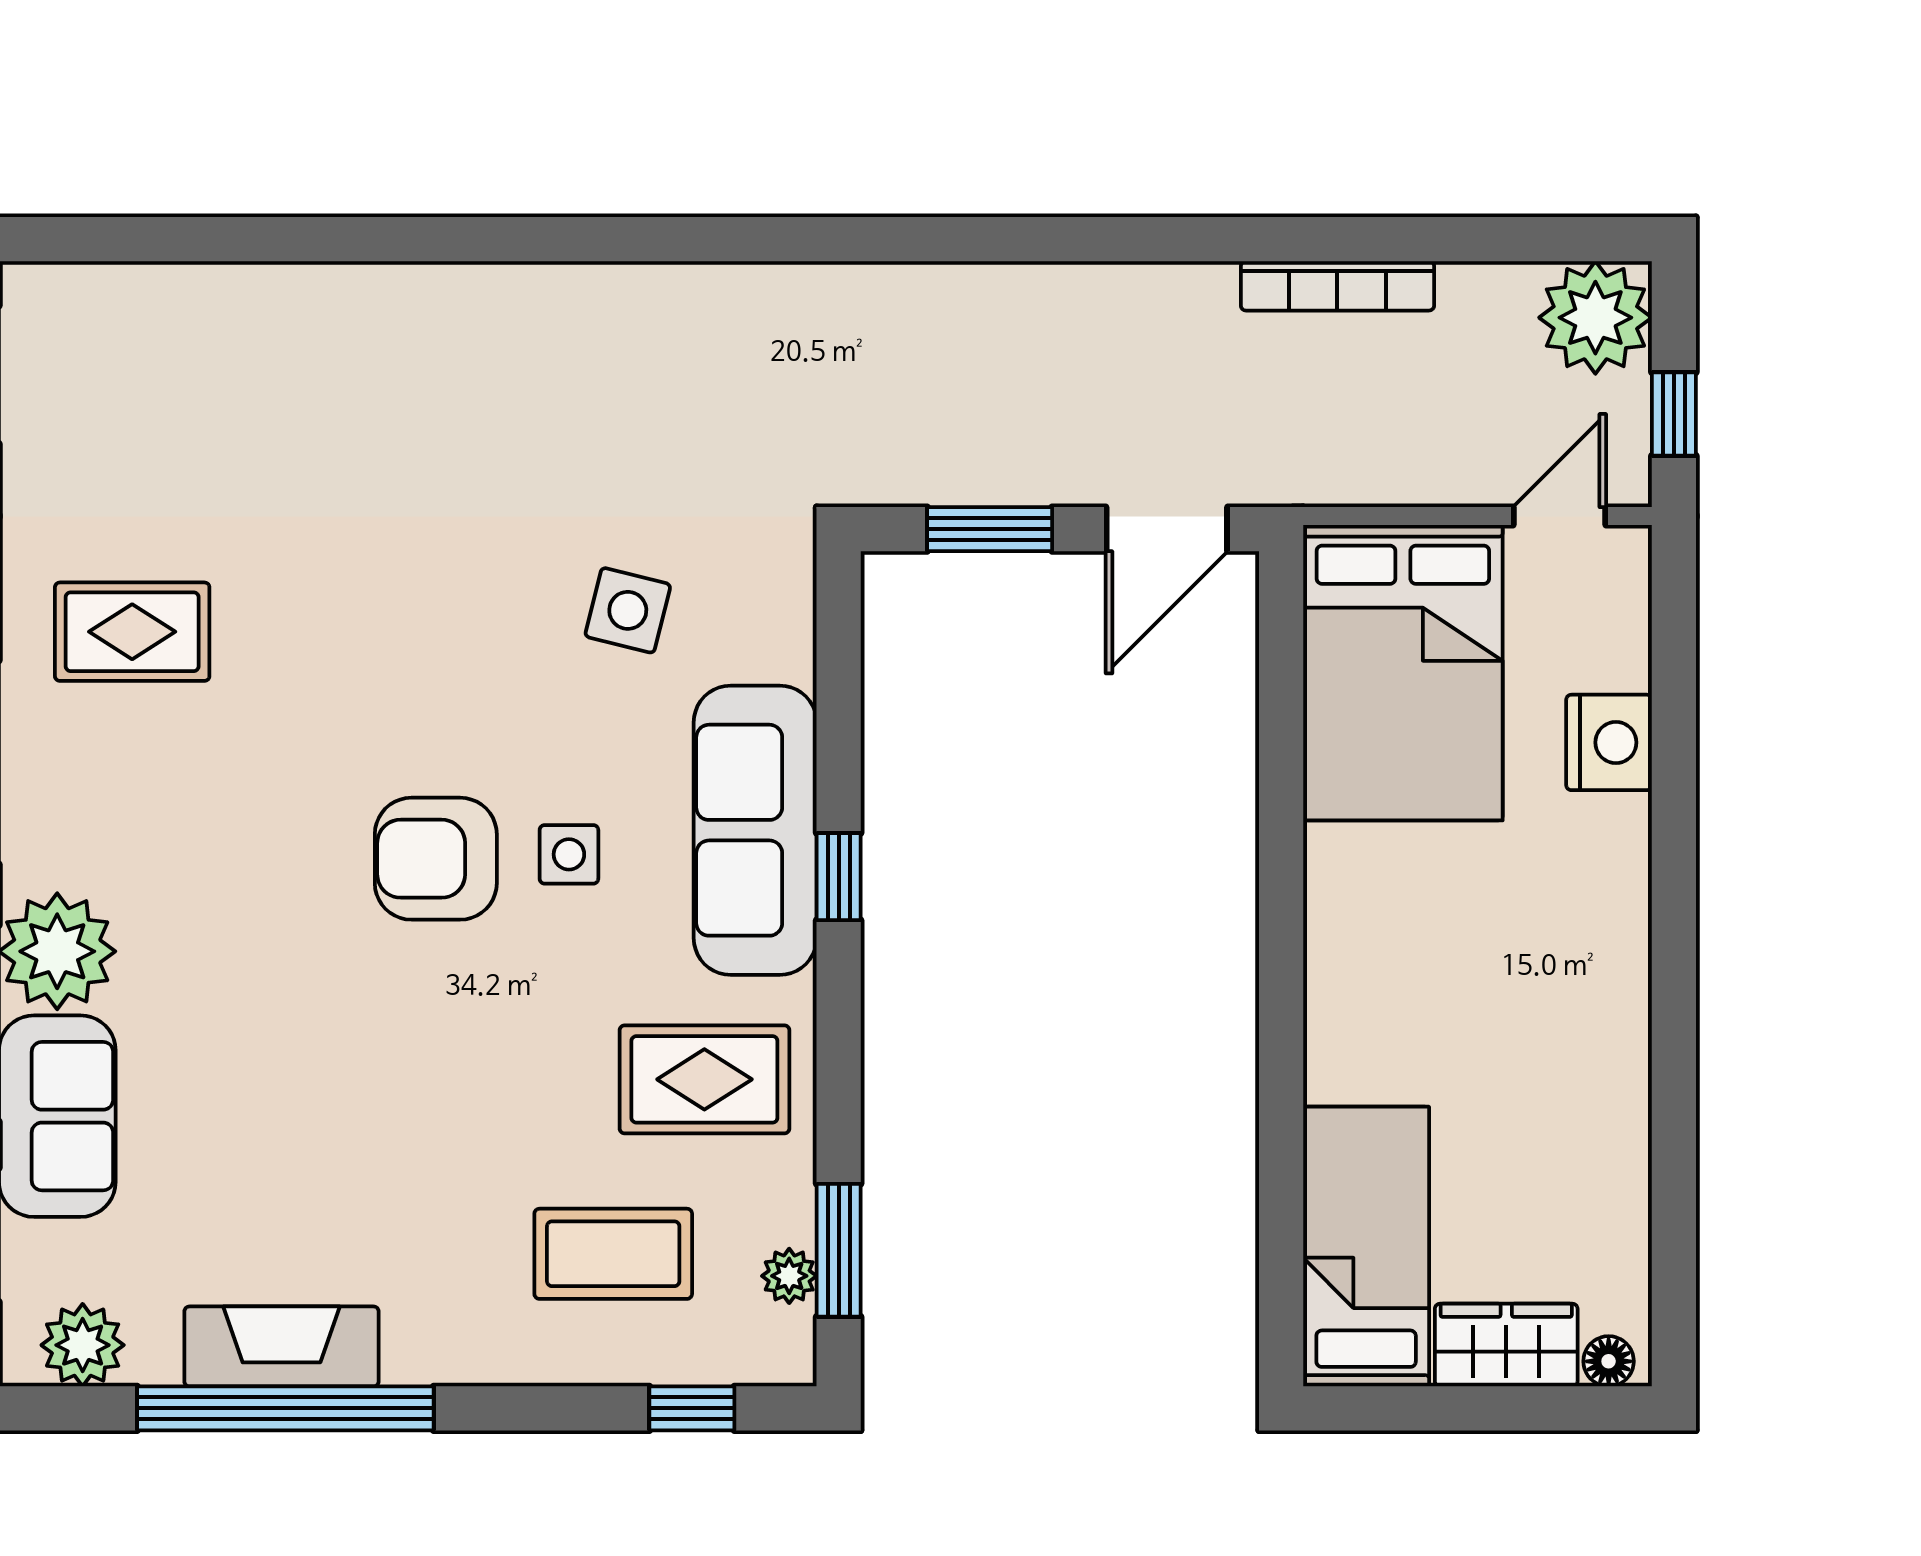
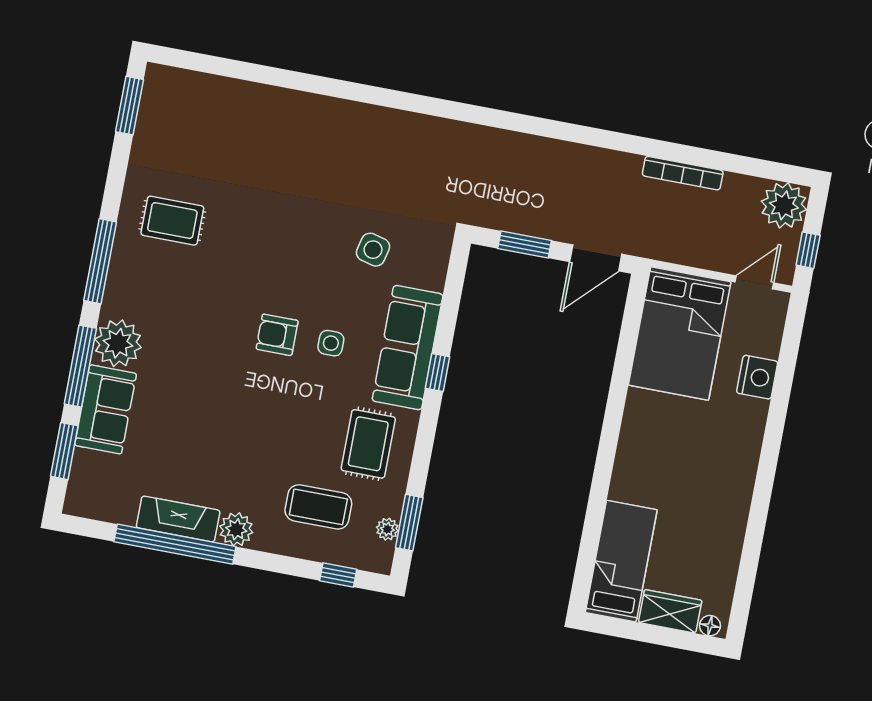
armchair: (436, 859) -> (277, 335), width x0.72, depth x0.72
rug: (704, 1079) -> (368, 444), turned 90
plant: (83, 1345) -> (236, 529), moved

